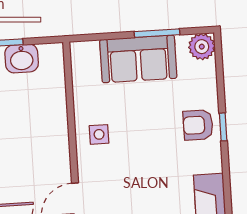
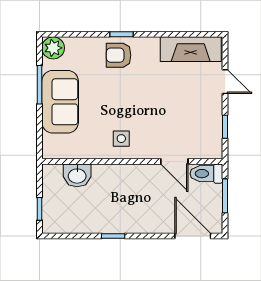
washbasin: (22, 58) -> (77, 175), moved, turned 90
armchair: (198, 125) -> (119, 55), turned 90

